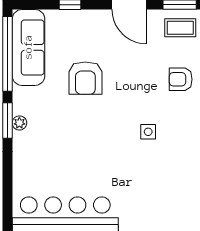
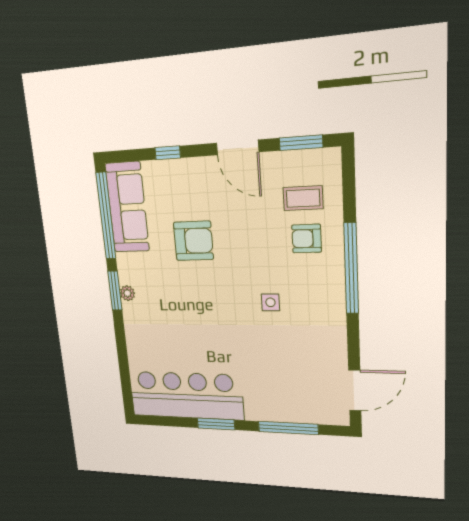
coffee table: (180, 28) -> (303, 198), moved
armchair: (85, 78) -> (193, 241), turned -90

